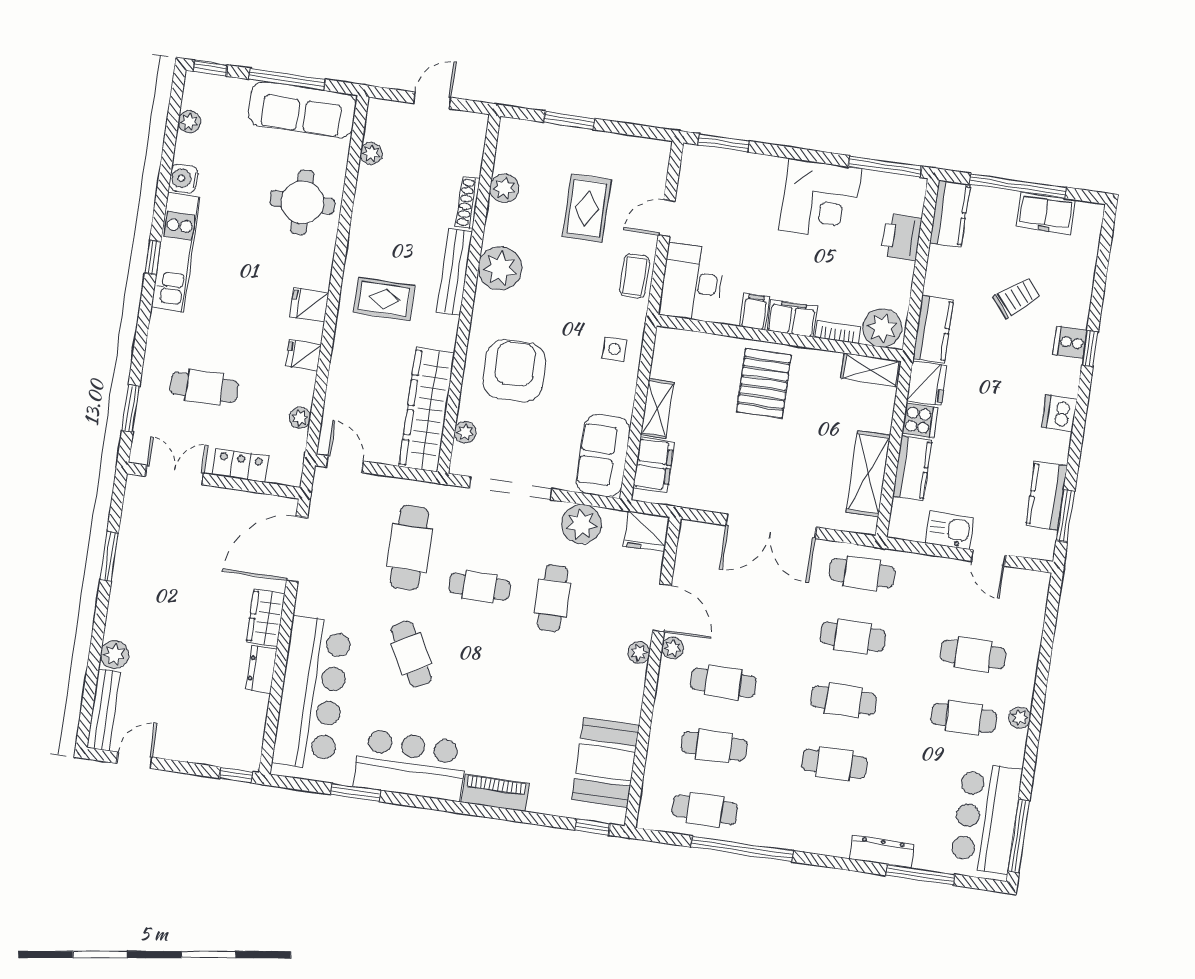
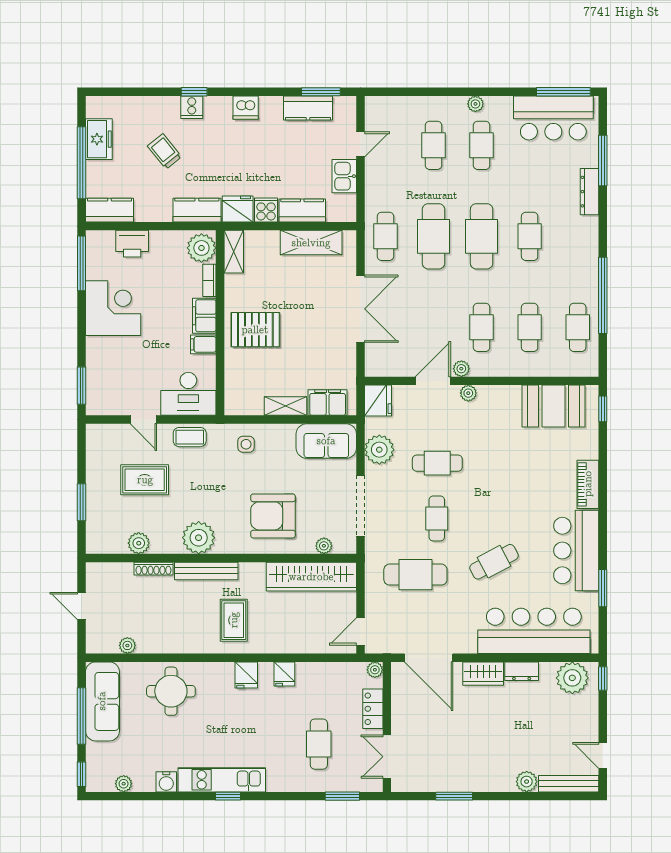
plant: (300, 418) -> (375, 670), moved
cafe table: (853, 637) -> (434, 236), width x1.37, depth x1.35
cafe table: (844, 700) -> (482, 236), width x1.37, depth x1.35
plant: (243, 735) -> (572, 678), added

